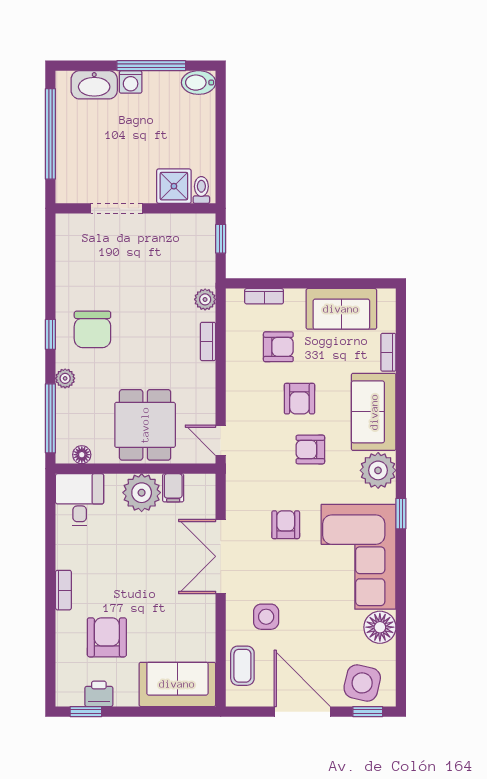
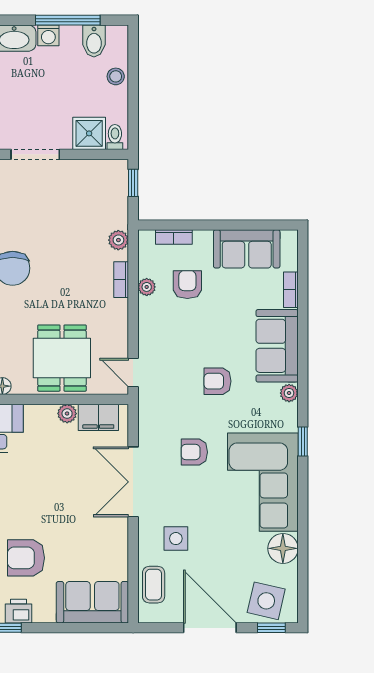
bidet: (199, 83) -> (94, 41), moved, turned -90
stool: (202, 126) -> (116, 76), added
armchair: (278, 347) -> (187, 285), turned -90
plant: (235, 349) -> (147, 287), added
armchair: (299, 399) -> (207, 333), removed
plant: (378, 470) -> (289, 393), width x0.53, depth x0.53
filing cabinet: (173, 488) -> (98, 417), width x2.00
plant: (142, 493) -> (67, 414), width x0.53, depth x0.53
armchair: (286, 525) -> (194, 452), turned -90
armchair: (107, 637) -> (26, 558), turned -90

